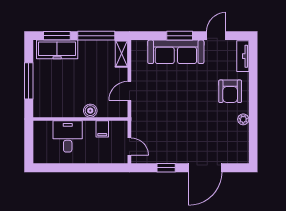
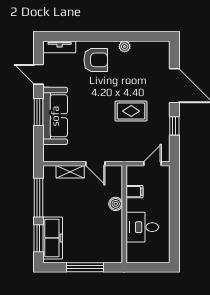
shelving: (122, 54) -> (70, 172), moved
rug: (181, 126) -> (131, 111), added

